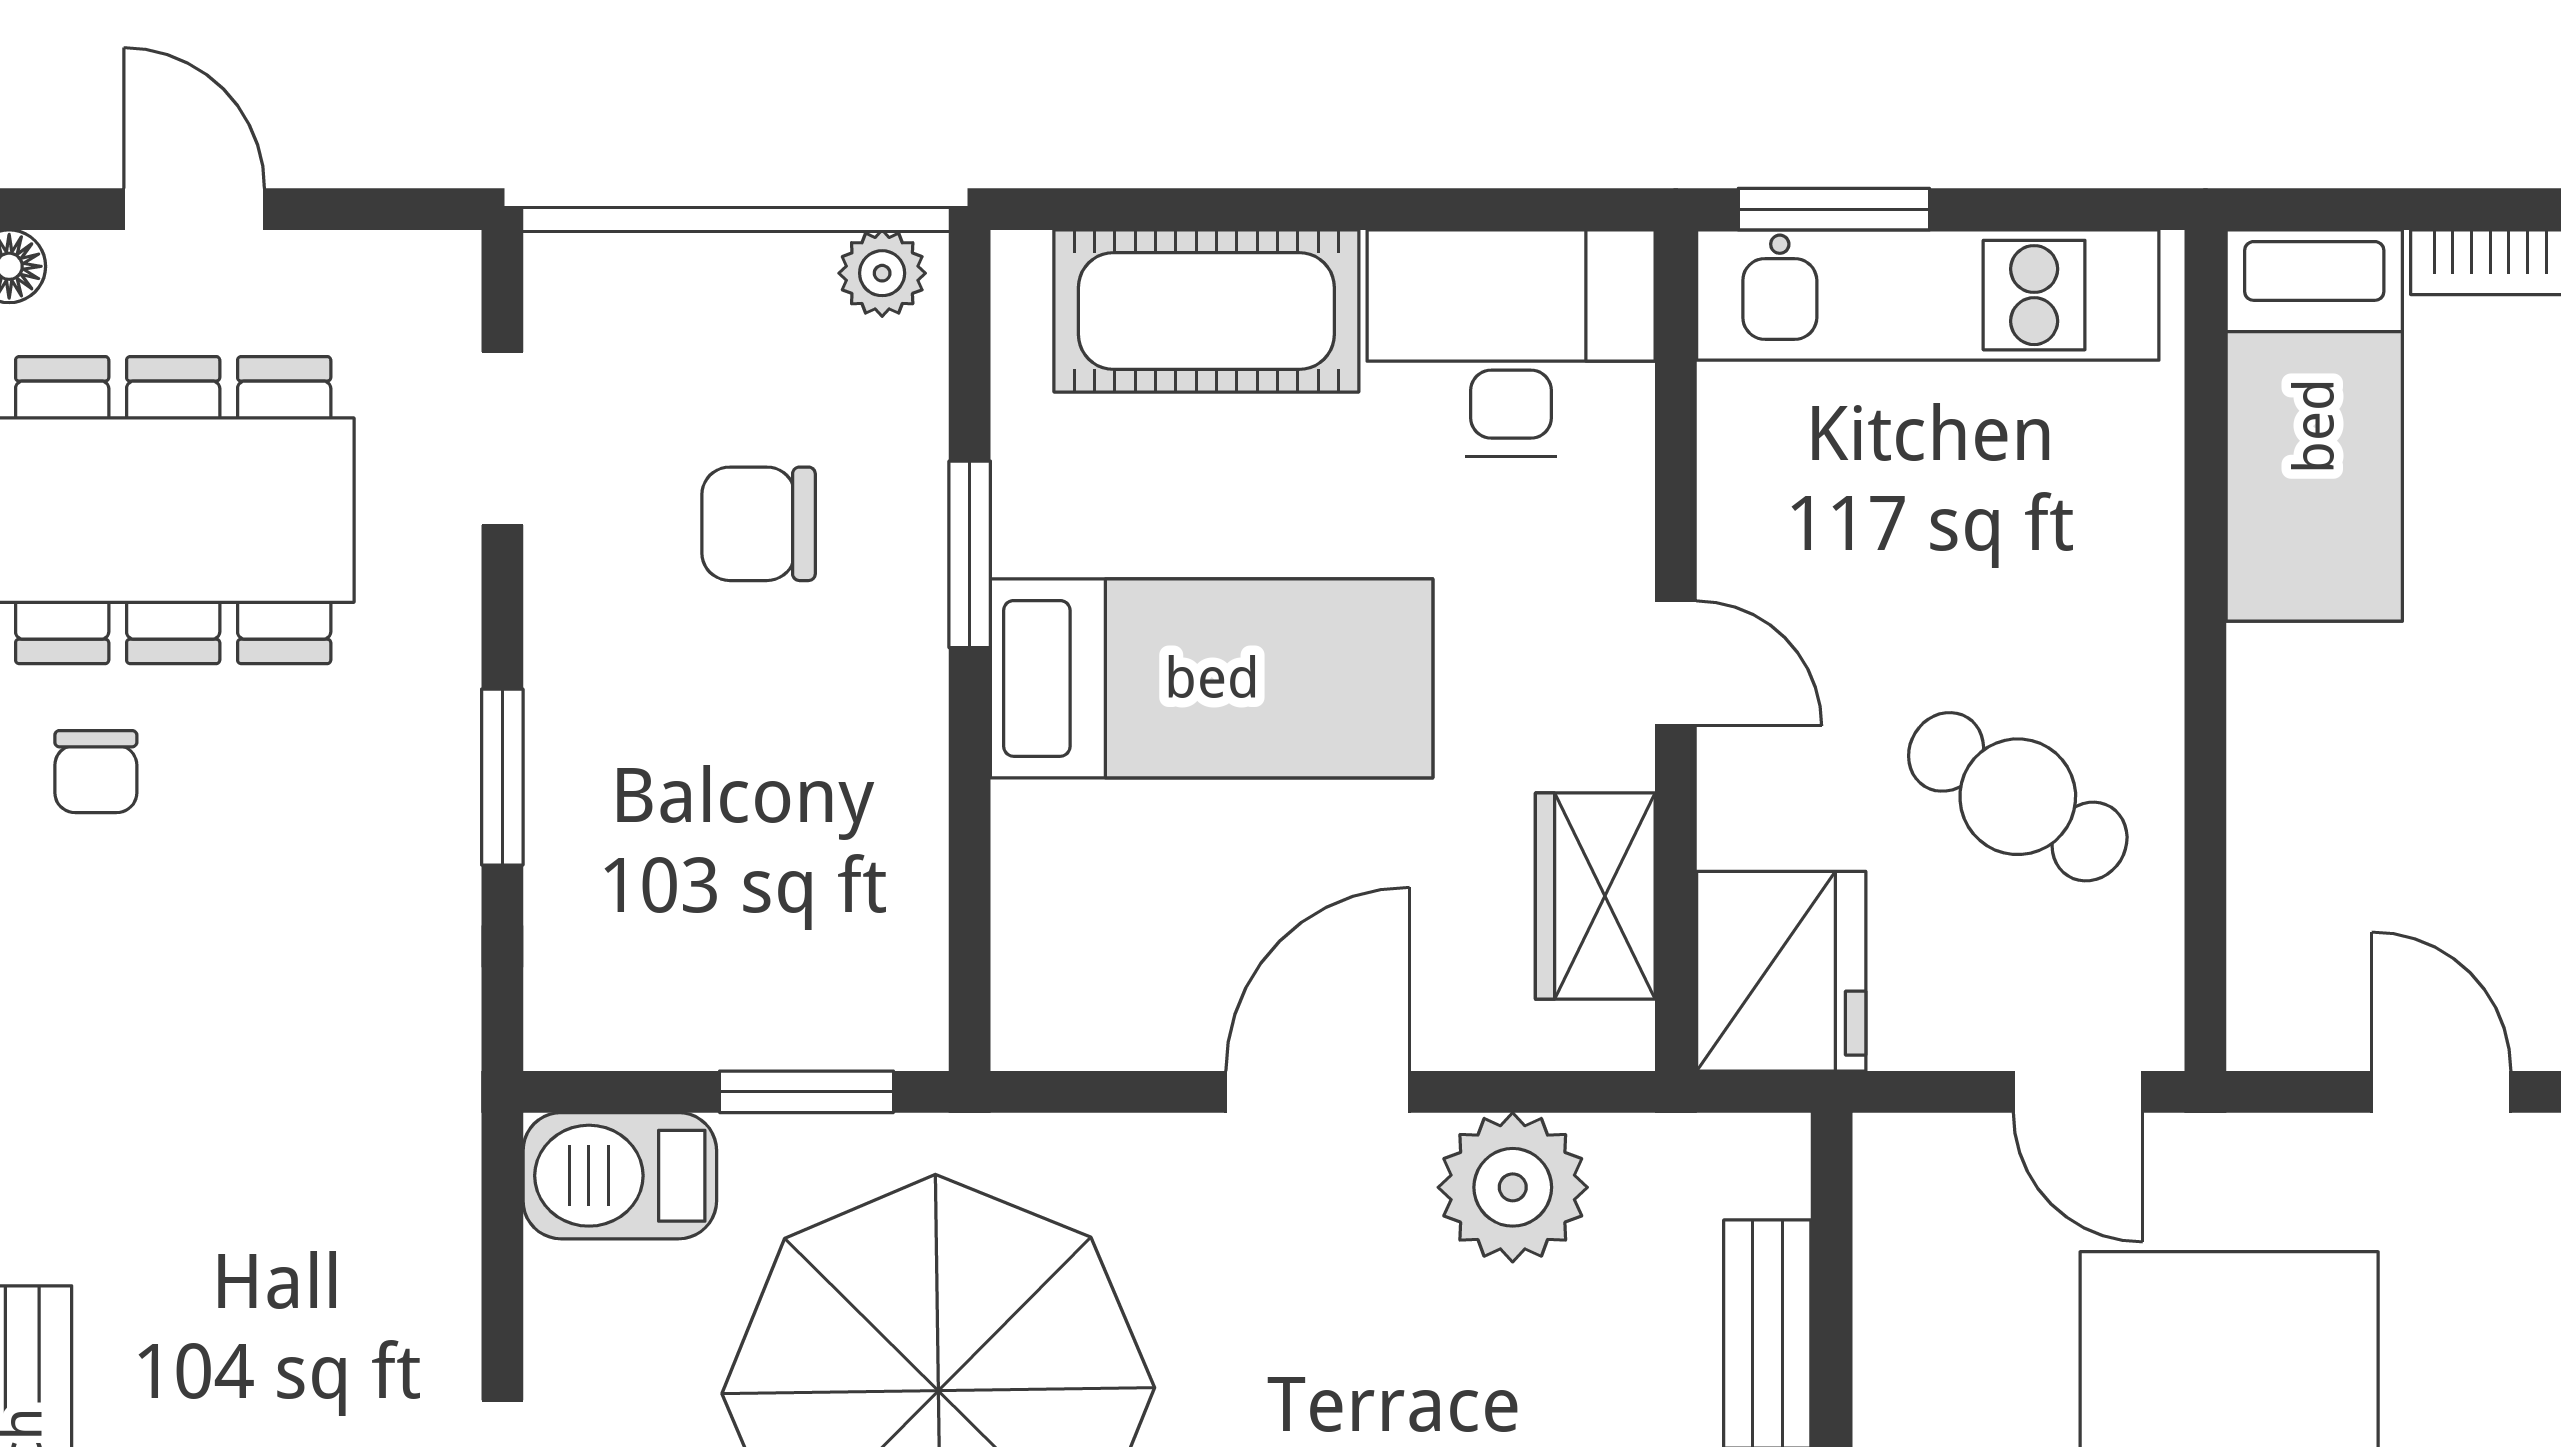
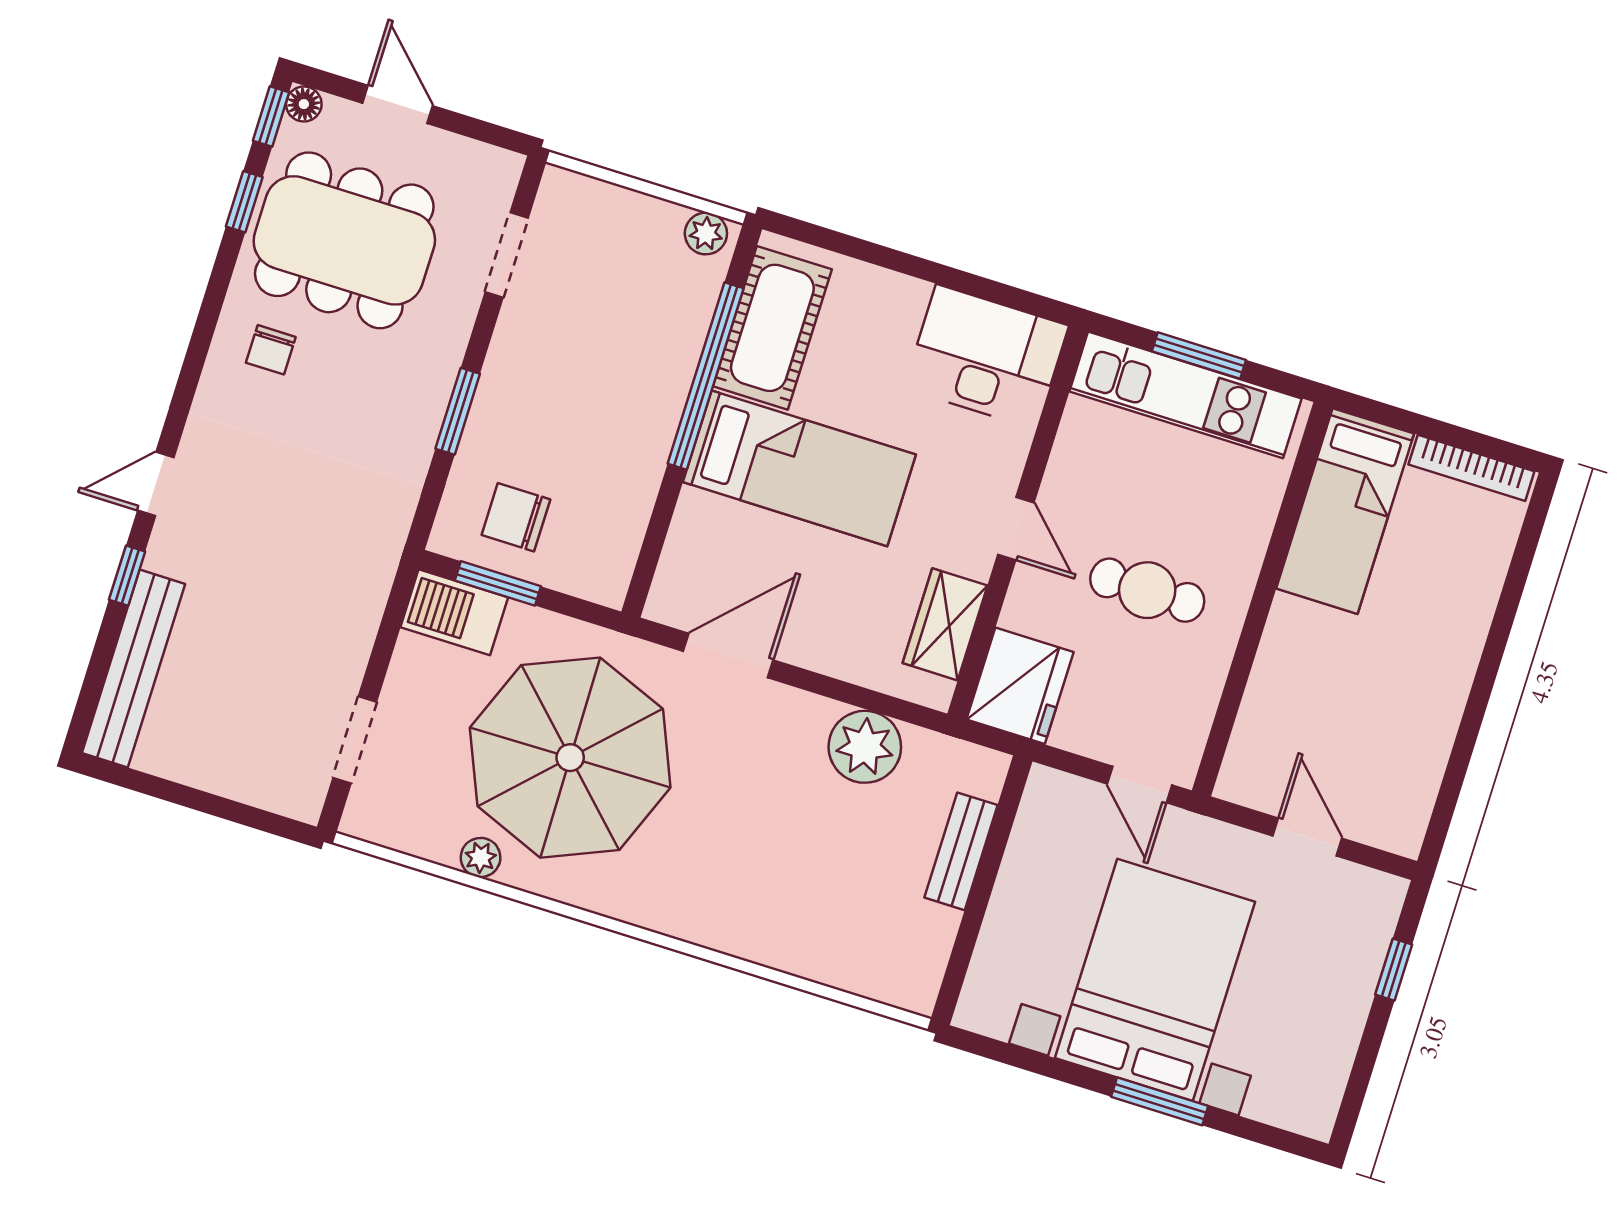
window: (1834, 209) -> (1199, 356), moved
cot: (1206, 311) -> (772, 328), moved, turned 90
chair: (759, 524) -> (516, 517), moved
window: (970, 554) -> (706, 376), width x2.11
cafe table: (2018, 797) -> (1147, 590), moved, turned -32
window: (806, 1092) -> (498, 583), moved
door: (1318, 1092) -> (728, 656), moved

